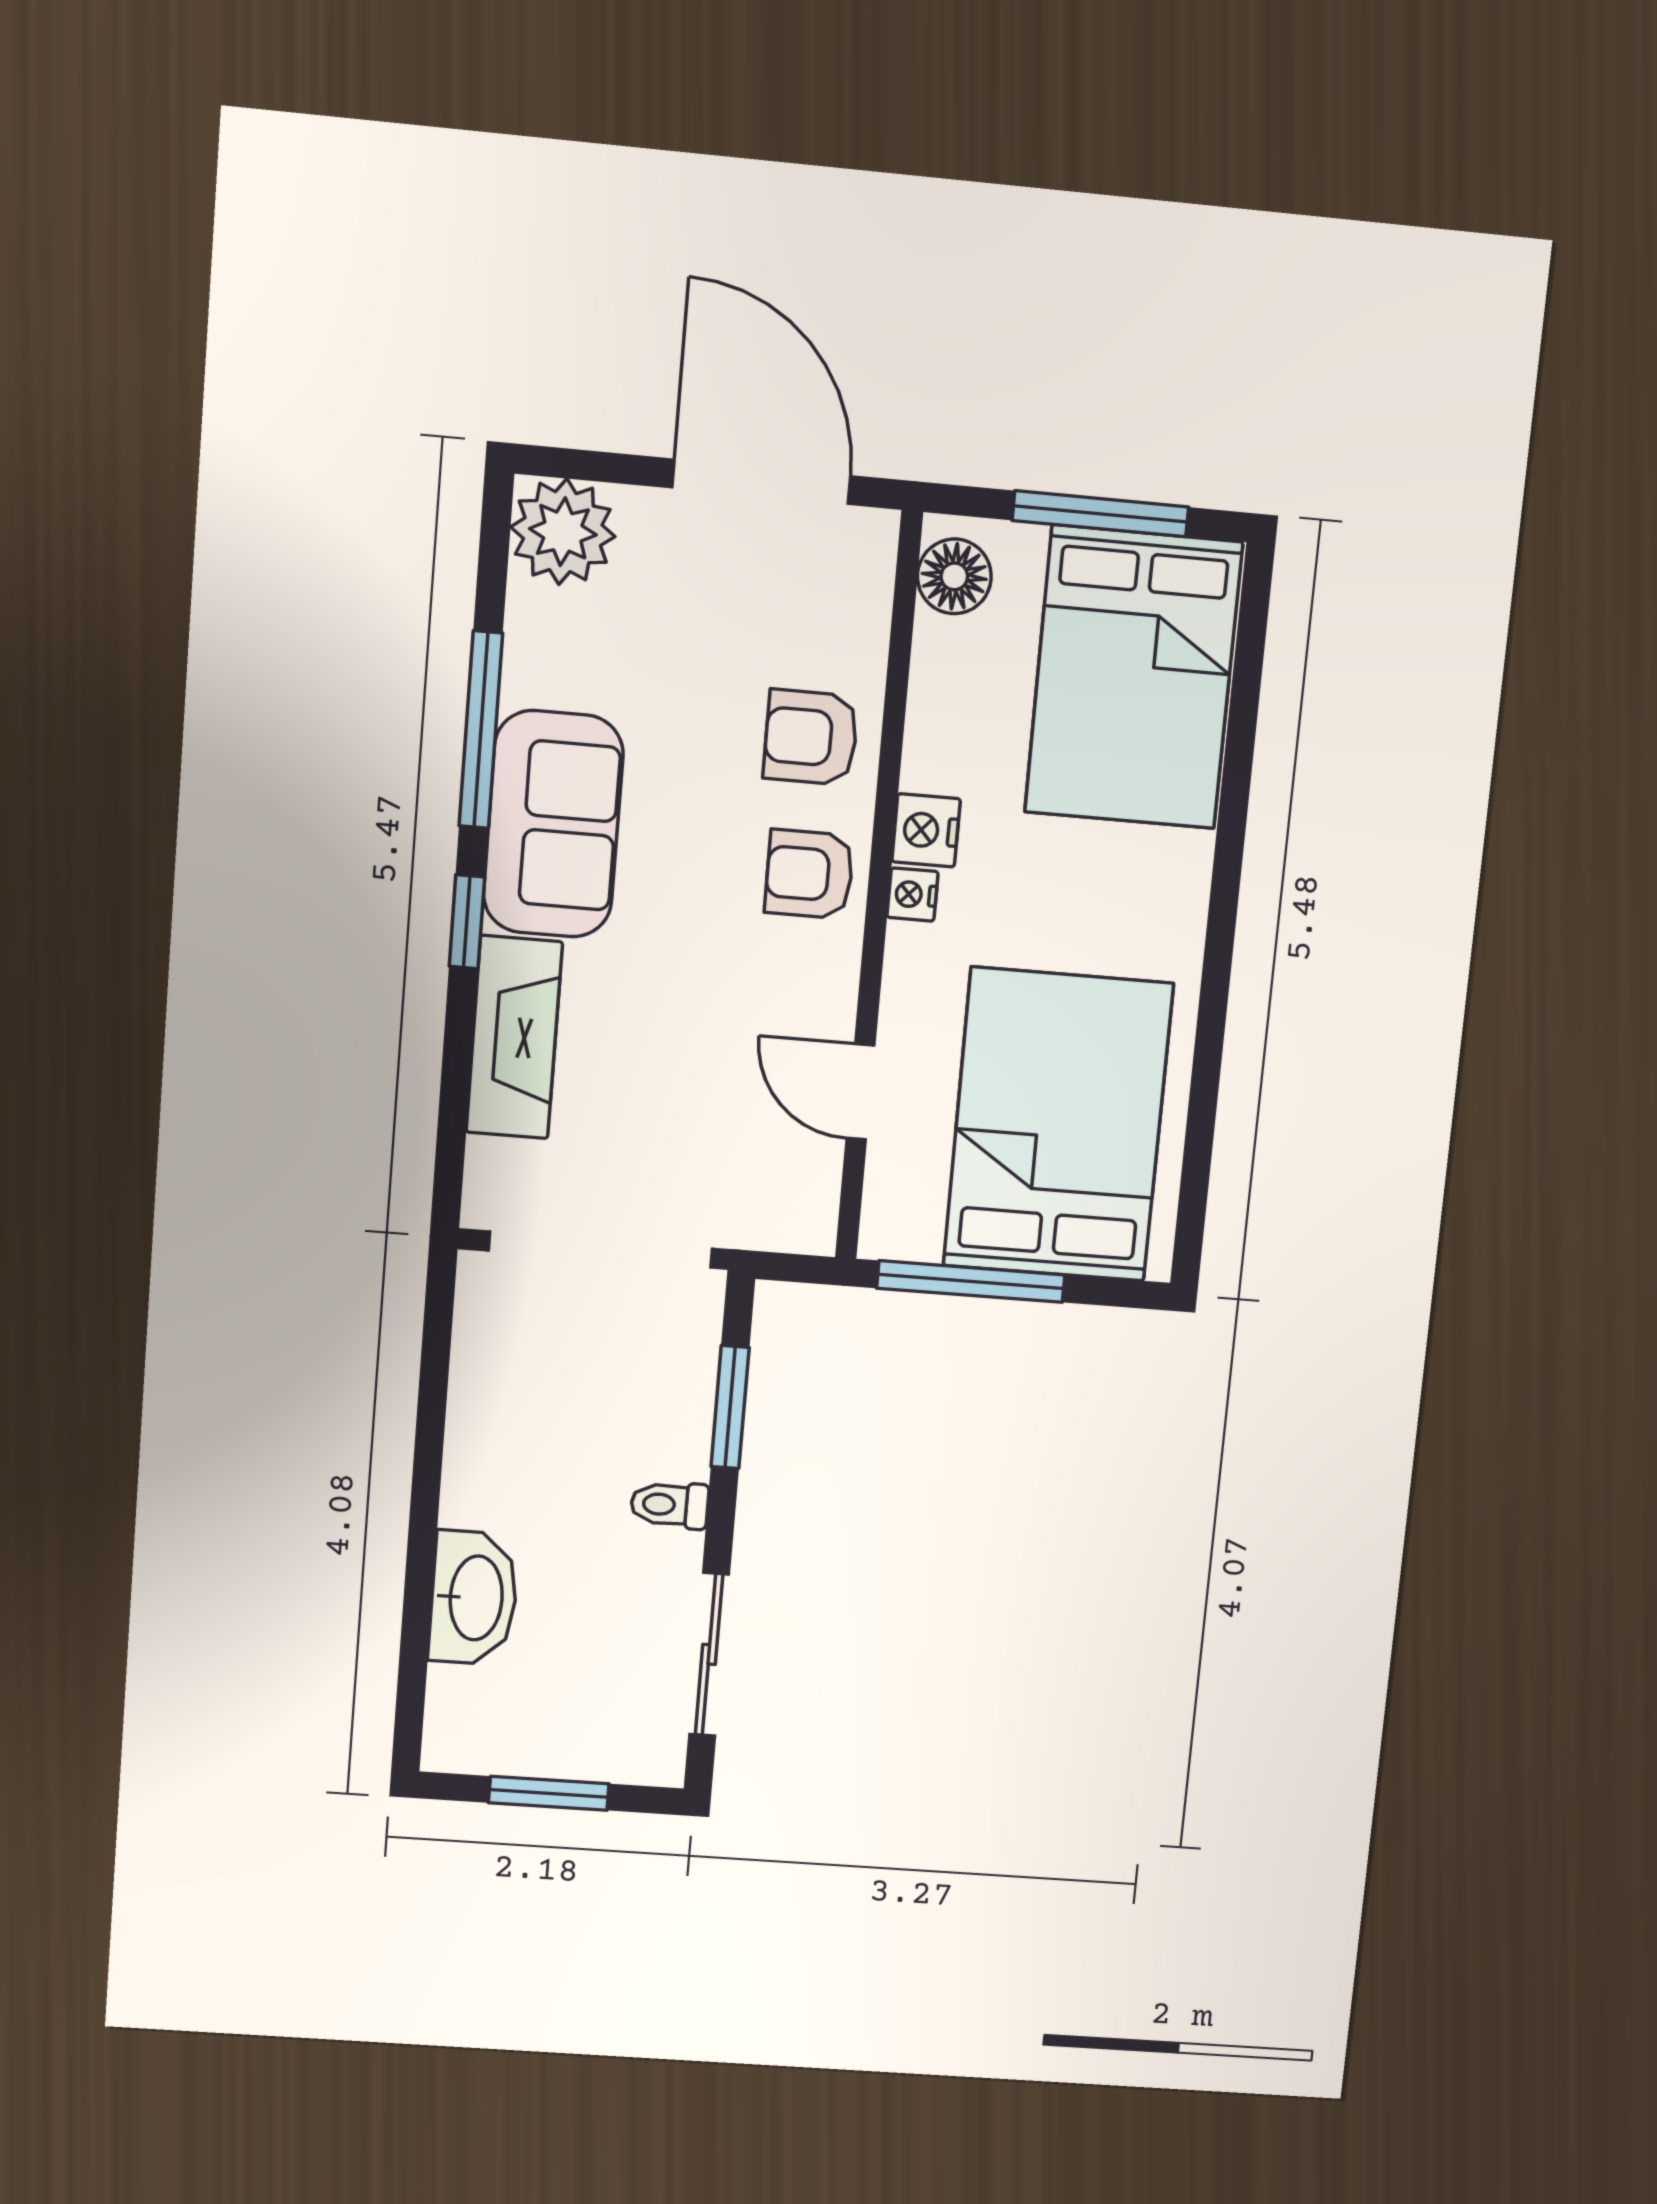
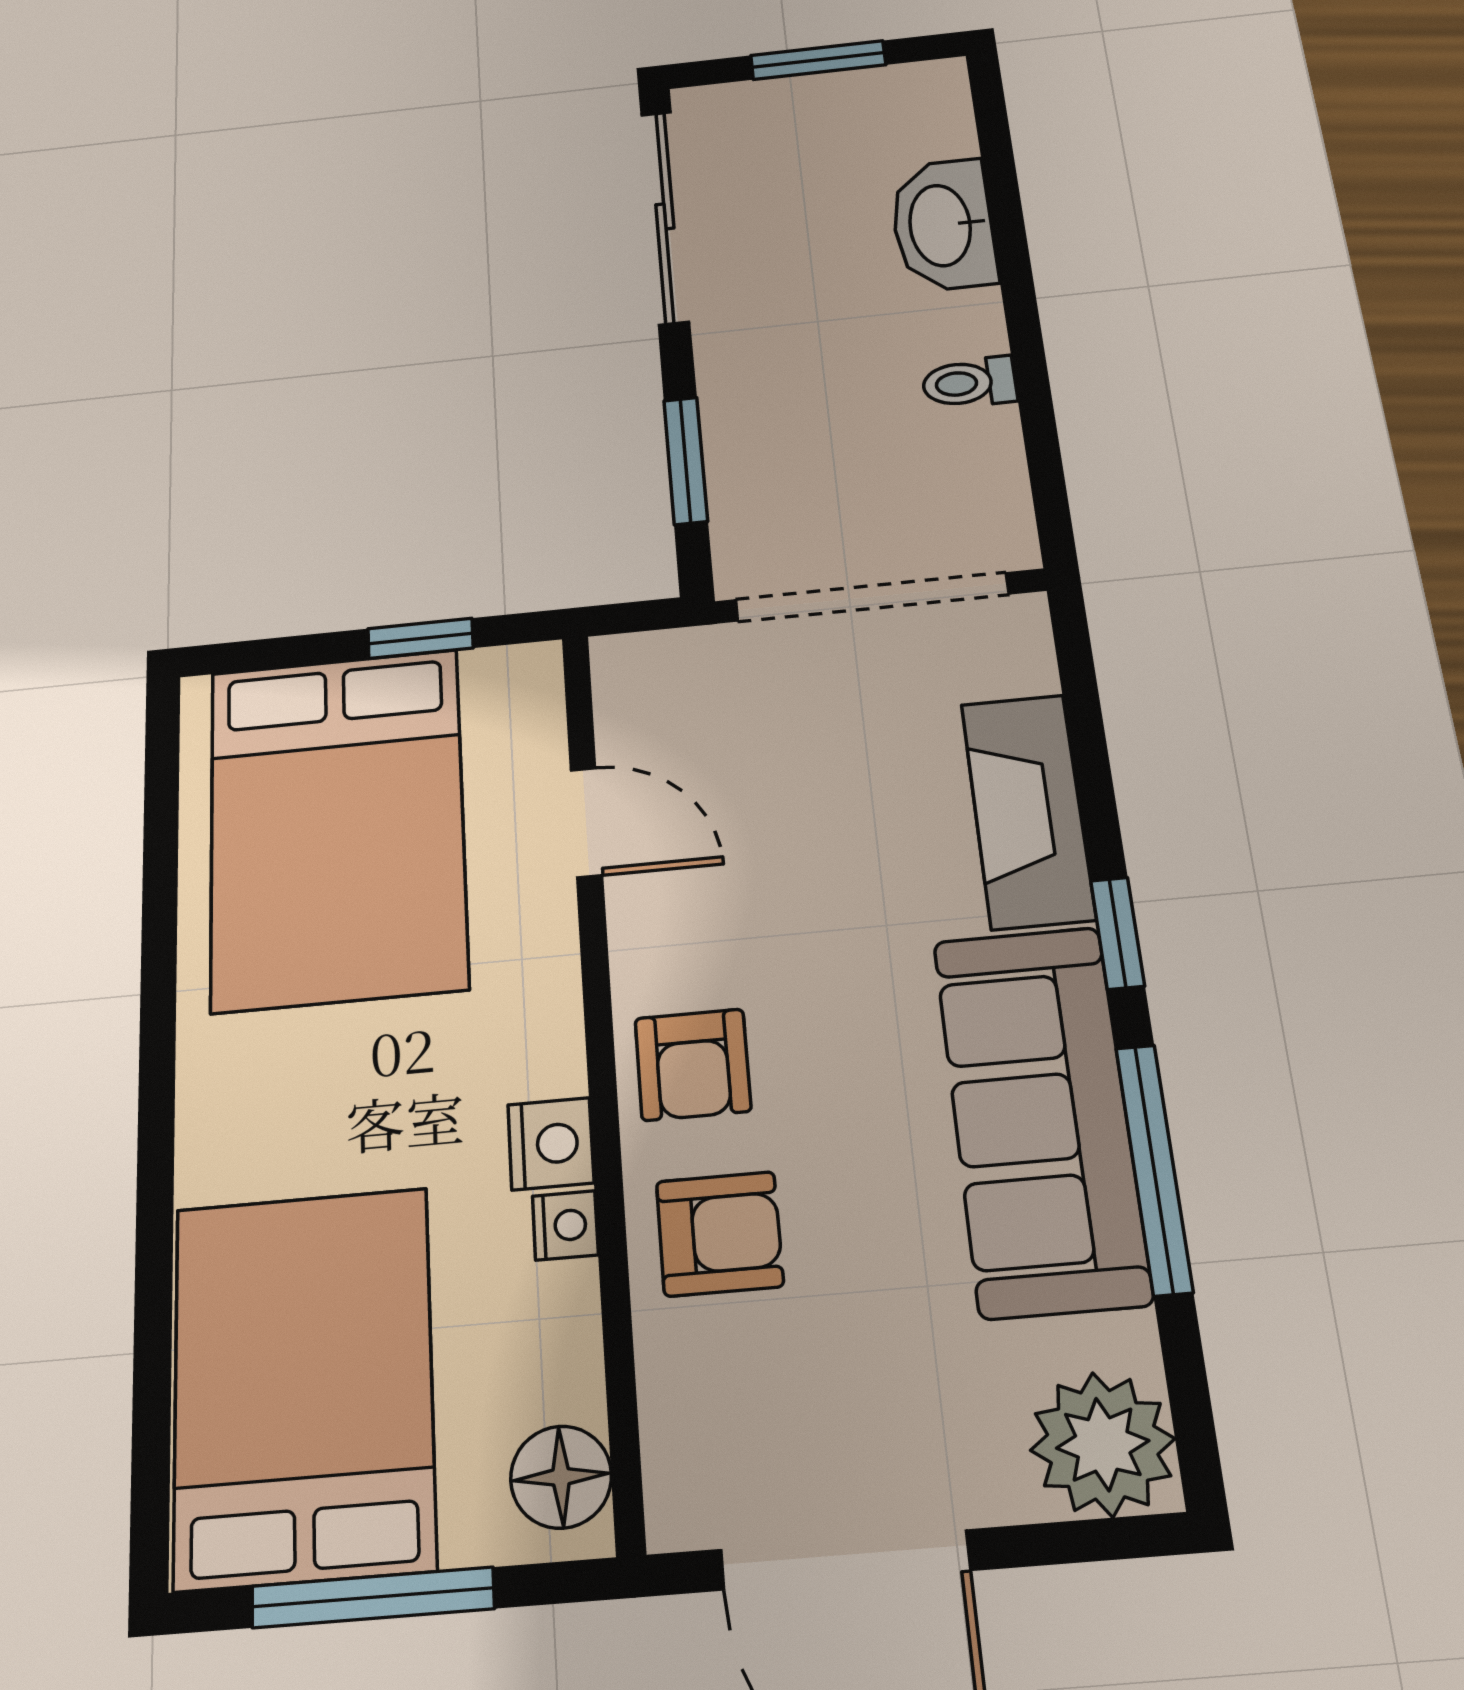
sofa: (553, 824) -> (1041, 1118), width x1.36
armchair: (809, 874) -> (693, 1065), turned 90
nightstand: (912, 894) -> (565, 1225), moved
window: (971, 1282) -> (420, 638), width x0.46
toilet: (670, 1505) -> (969, 383), moved, turned 180
sliding door: (709, 1654) -> (665, 216), width x1.37

